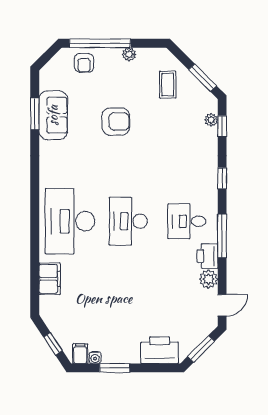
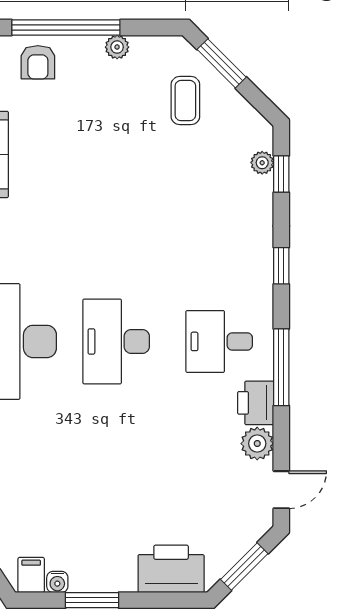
window: (203, 78) -> (222, 63), moved
armchair: (116, 122) -> (94, 166), removed

